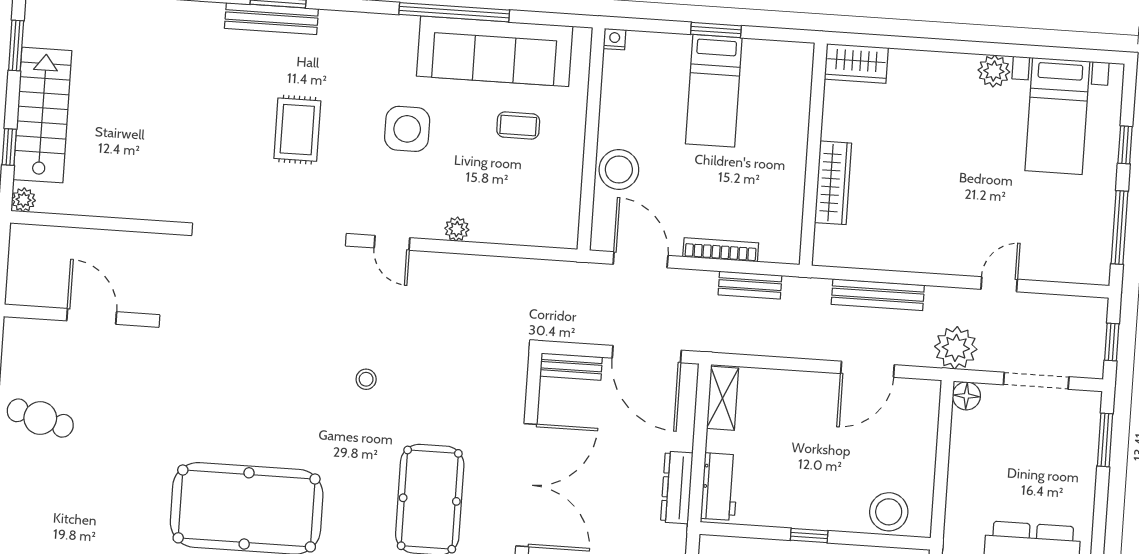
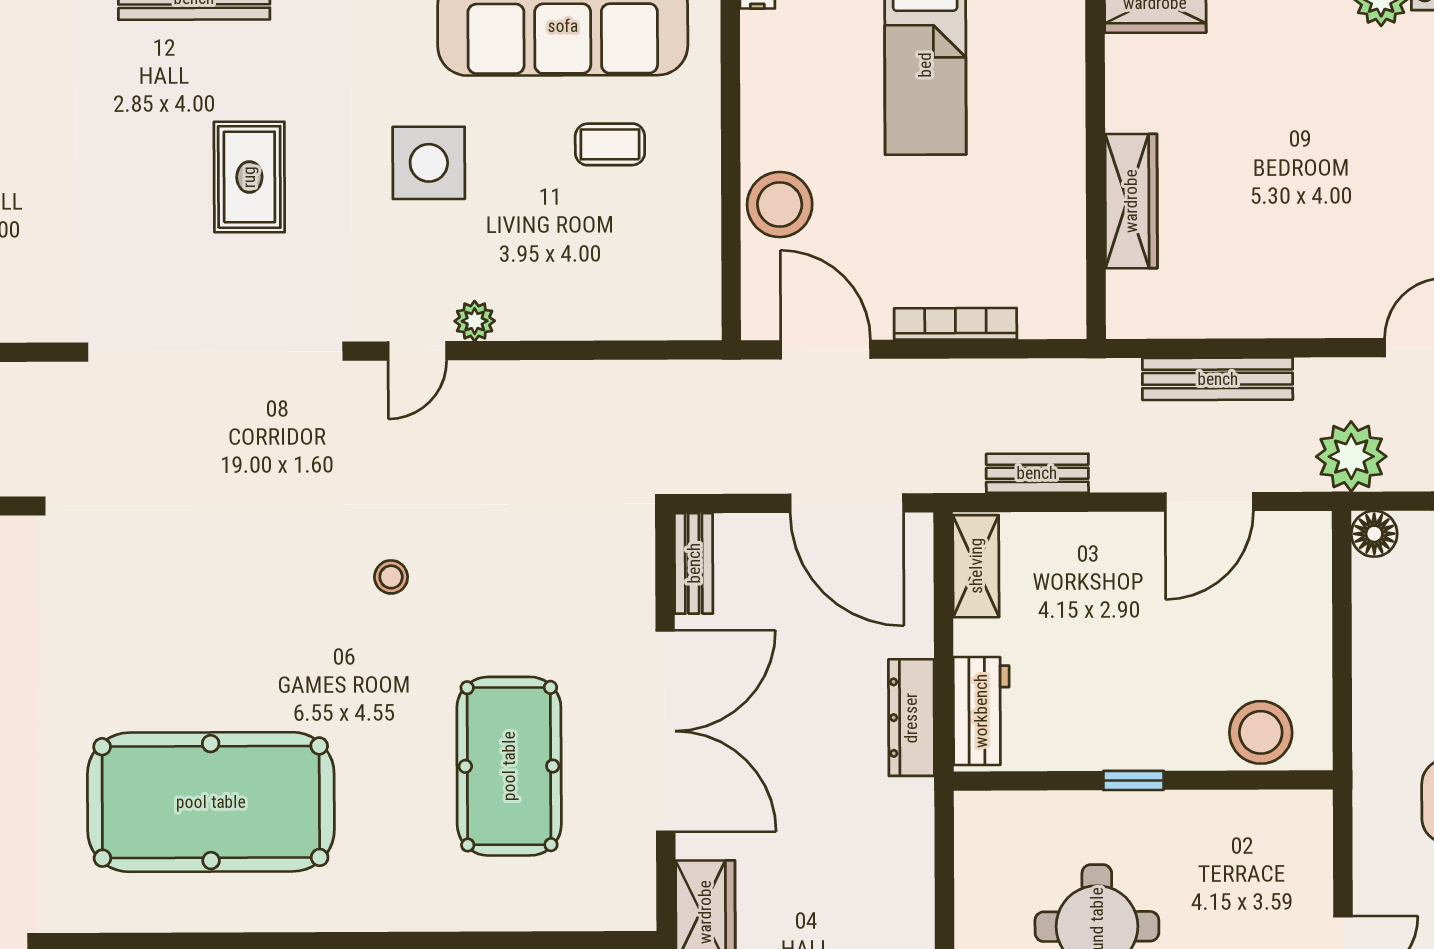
plant: (457, 229) -> (475, 321), moved
door: (392, 243) -> (417, 351), hinge flipped
bench: (750, 285) -> (1037, 473), moved
bench: (571, 367) -> (694, 563), moved, turned 90

